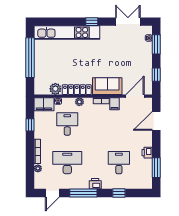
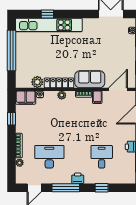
window: (92, 22) -> (47, 14), moved
desk: (67, 124) -> (49, 118), removed

